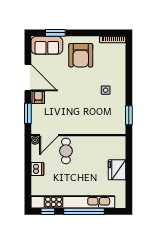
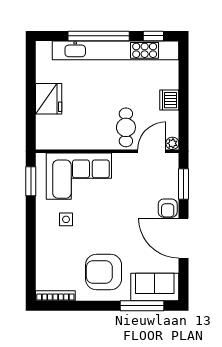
window: (55, 33) -> (142, 306), width x1.44
armchair: (81, 55) -> (104, 272), turned -90
corner sofa: (97, 119) -> (79, 176), added

